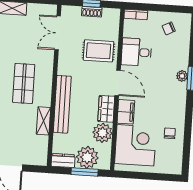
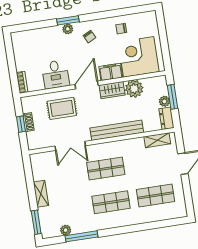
chair: (169, 28) -> (89, 37), moved
double door: (58, 33) -> (70, 146), moved
rug: (99, 51) -> (62, 108), turned 90
shelving: (43, 121) -> (157, 140), moved
plant: (87, 157) -> (164, 101), width x0.53, depth x0.53

